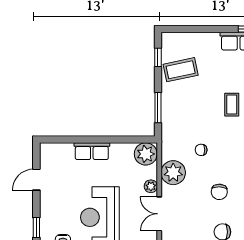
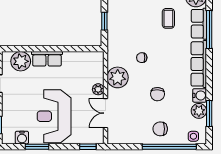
window: (158, 108) -> (104, 21), width x0.67
plant: (146, 154) -> (21, 61), moved

